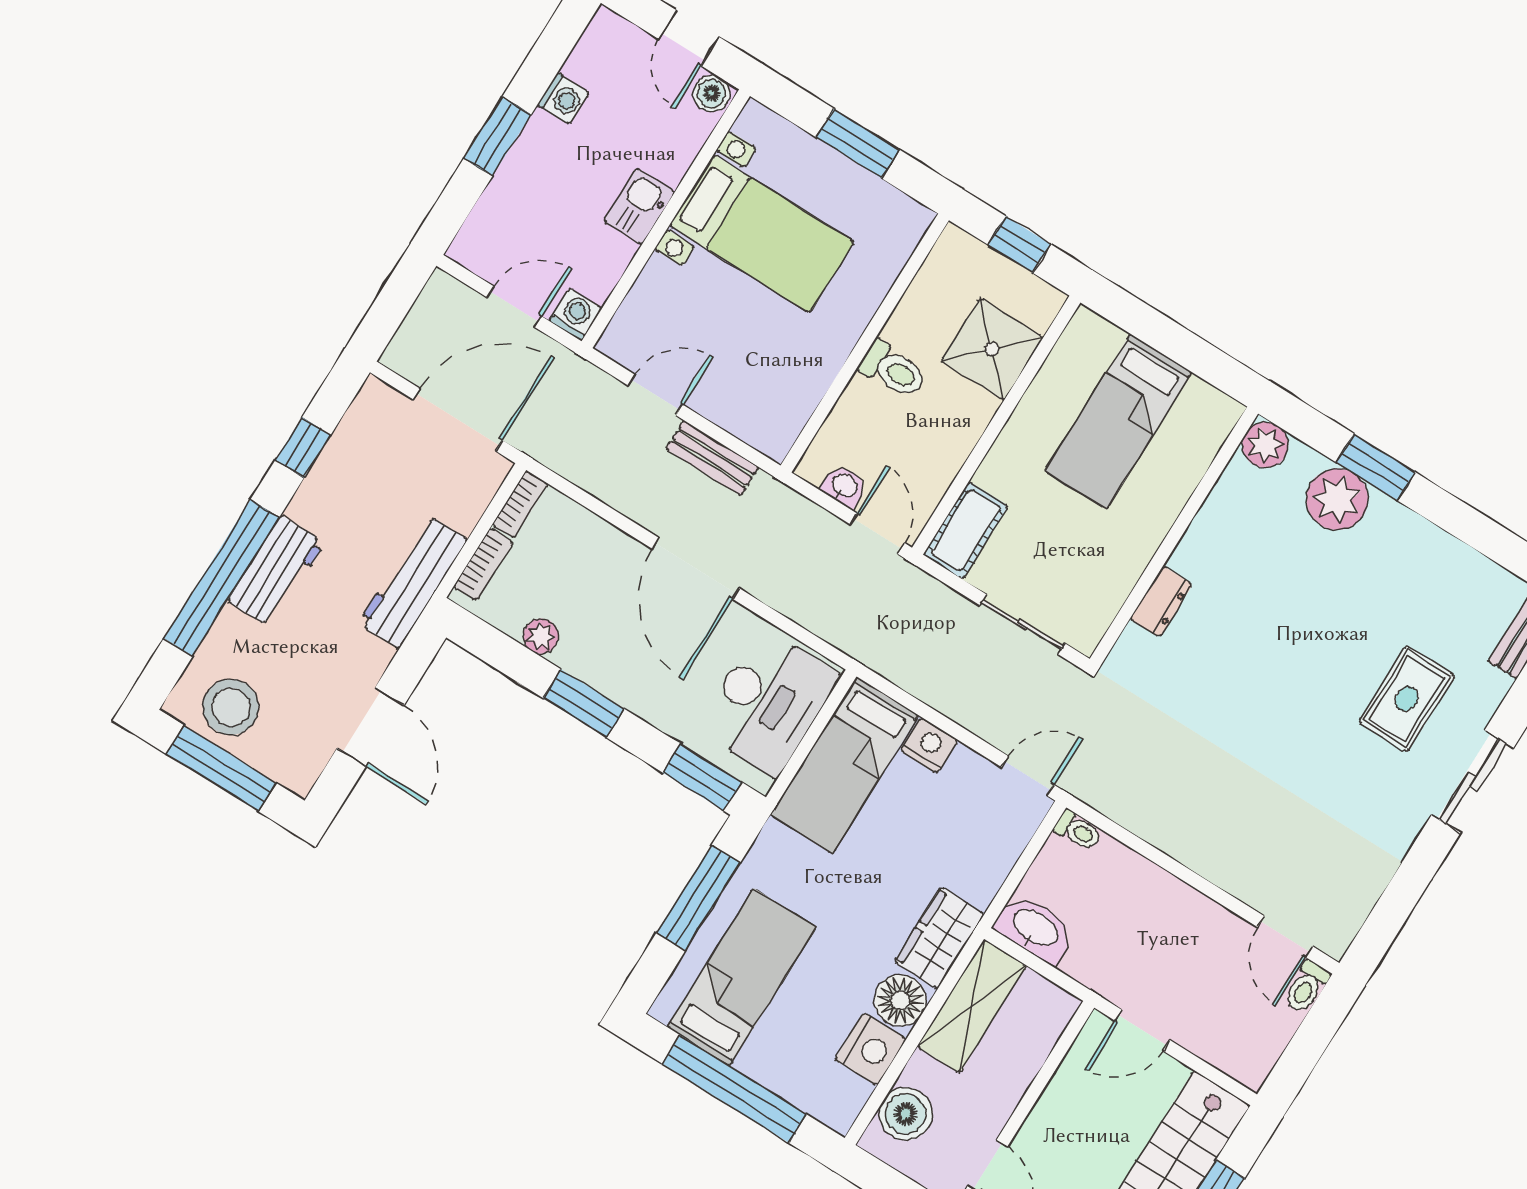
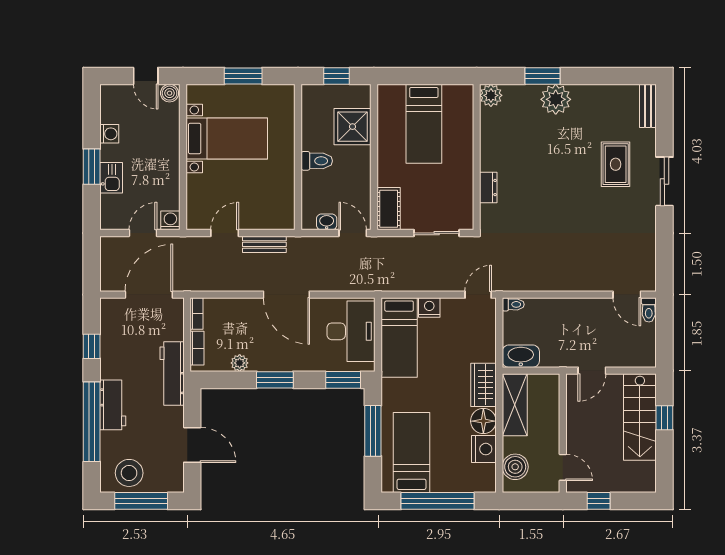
kitchen sink: (639, 206) -> (111, 178), moved, turned 180
plant: (1337, 499) -> (556, 99), moved

